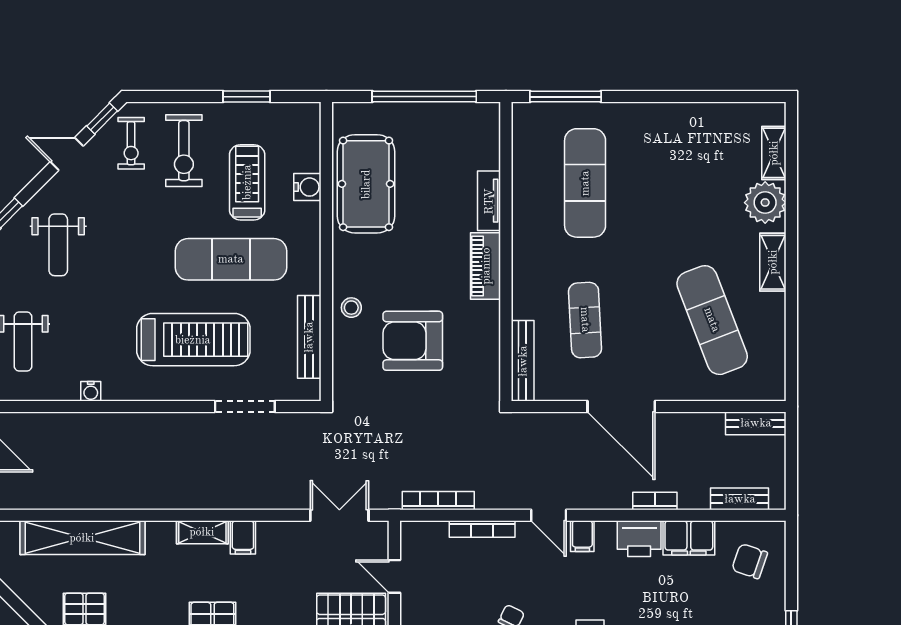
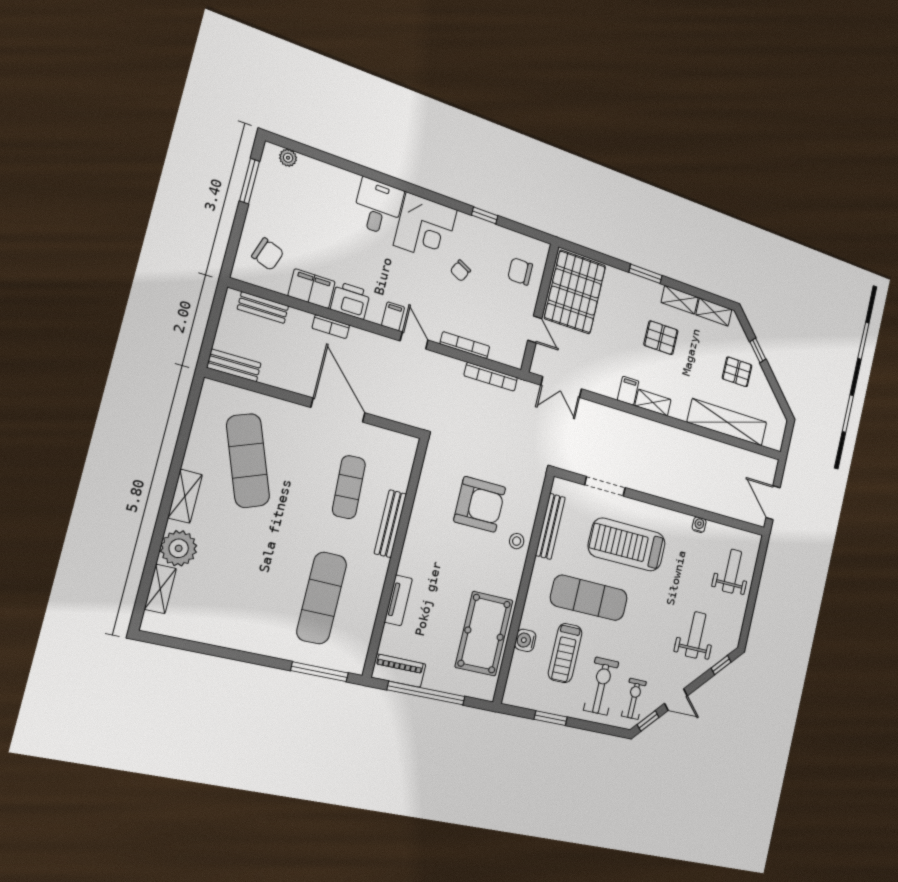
piano: (486, 266) -> (398, 671), moved, turned -90
bench: (523, 361) -> (390, 524), moved

